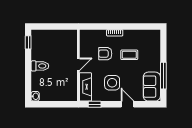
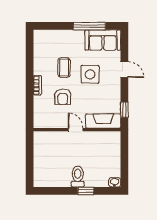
window: (28, 42) -> (86, 191), moved
side table: (112, 83) -> (90, 74), moved
door: (128, 104) -> (124, 70), swing flipped

